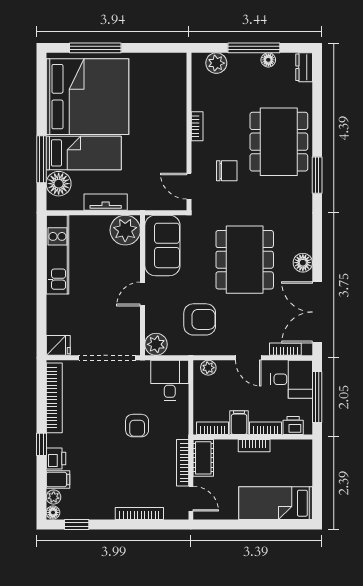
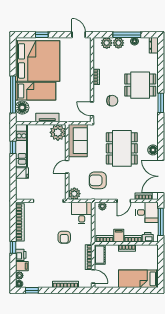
window: (95, 48) -> (42, 35), width x0.46
door: (164, 48) -> (79, 35), added
plant: (238, 63) -> (118, 43), added
dining table: (279, 142) -> (140, 85), width x0.73
window: (41, 159) -> (13, 95), width x1.46
window: (41, 258) -> (13, 147), added
armchair: (200, 319) -> (98, 180), turned 180
fridge: (58, 345) -> (22, 173), moved
door: (248, 358) -> (124, 201), hinge flipped

